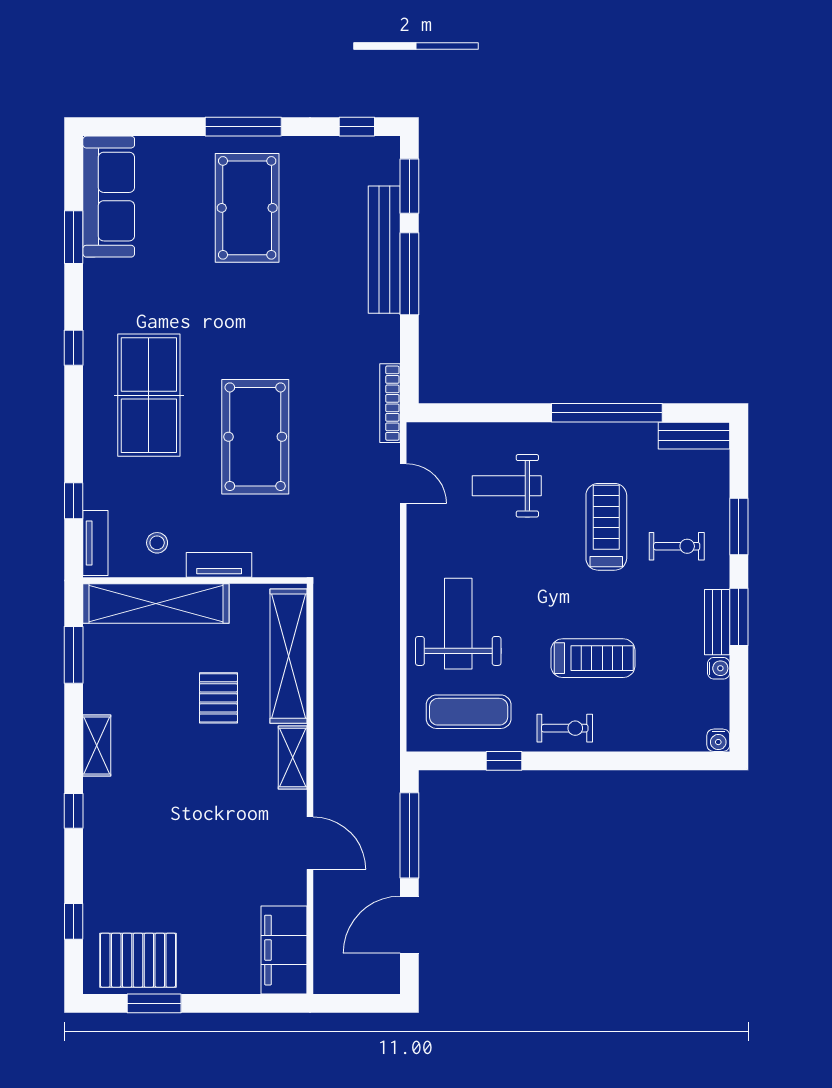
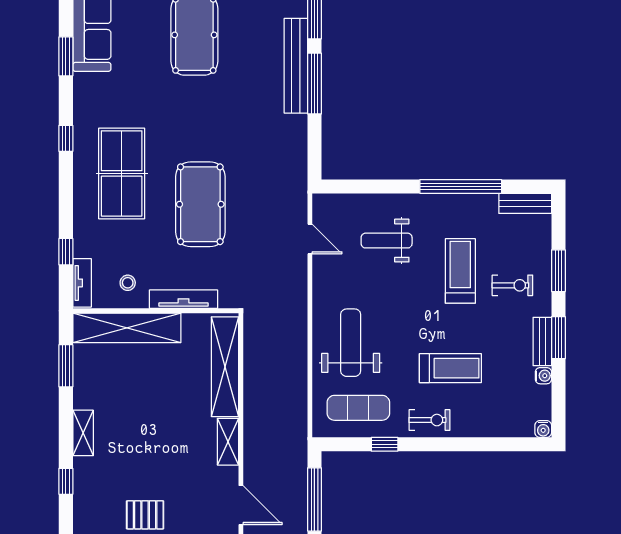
bookcase: (390, 403) -> (300, 179), removed
tv unit: (219, 565) -> (183, 299), width x1.41
pallet: (218, 698) -> (145, 515), moved, turned 90

